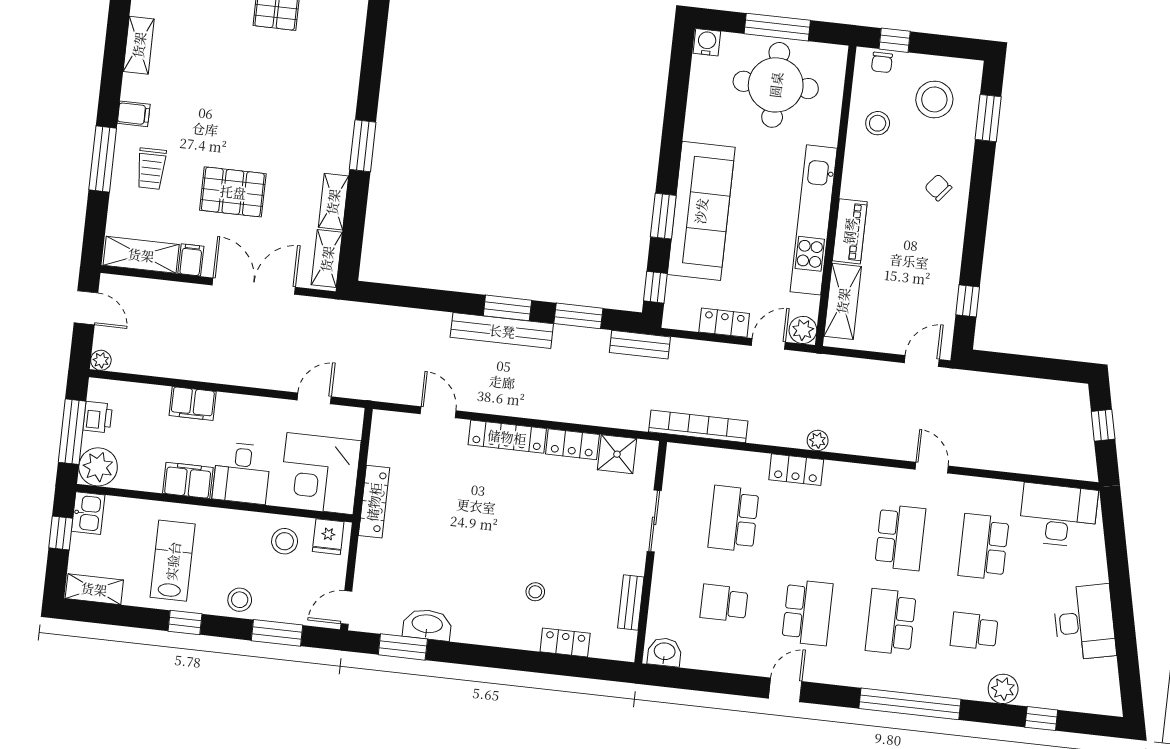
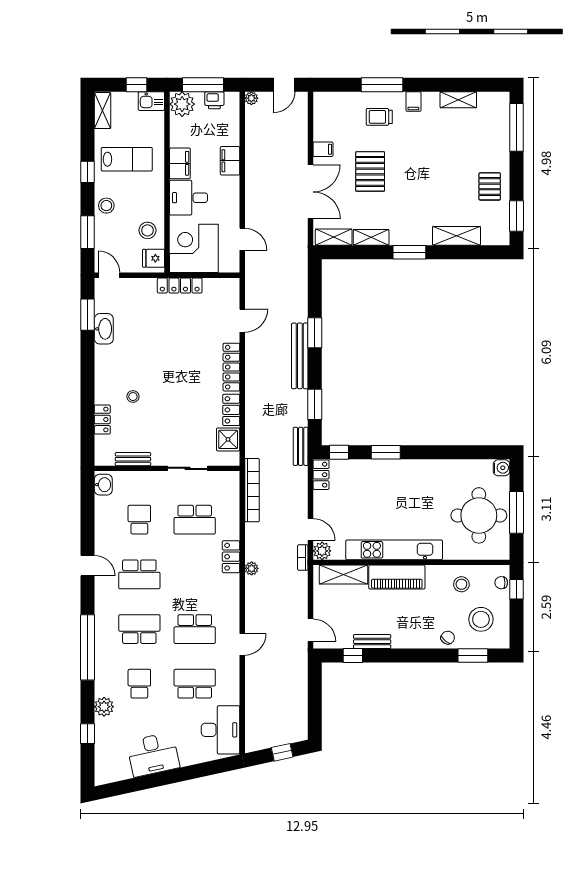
chair: (938, 188) -> (448, 638), moved
sofa: (701, 211) -> (392, 476), removed
piano: (850, 231) -> (397, 577), width x1.37, depth x1.33
shelving: (141, 255) -> (457, 236), moved, turned 90
bench: (950, 269) -> (372, 642), added
window: (507, 308) -> (315, 333), moved
locker: (724, 323) -> (321, 475), moved
bookcase: (810, 360) -> (303, 557), added
school desk: (733, 519) -> (195, 520), turned 180

